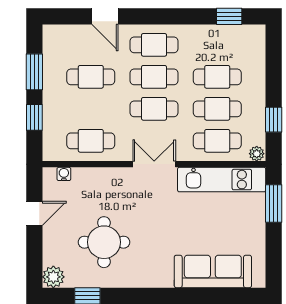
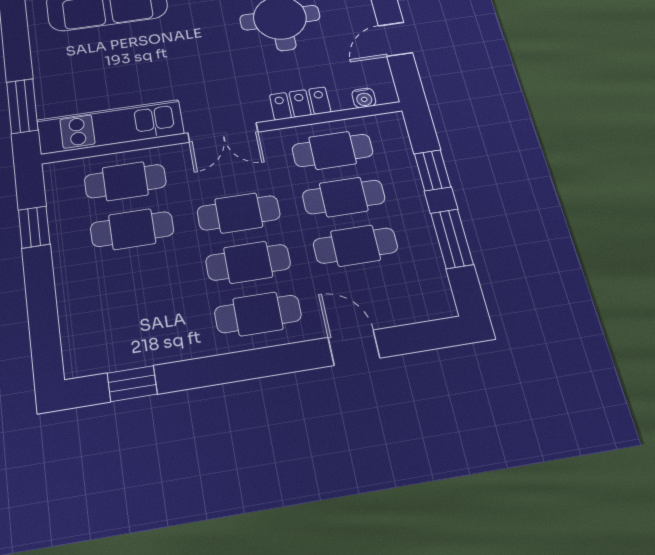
cafe table: (217, 77) -> (344, 197), moved
plant: (257, 154) -> (57, 172), removed
locker: (104, 177) -> (300, 103), added

